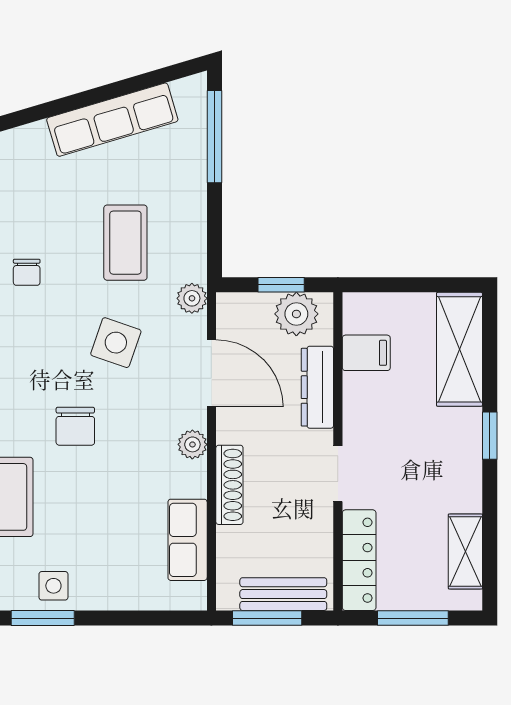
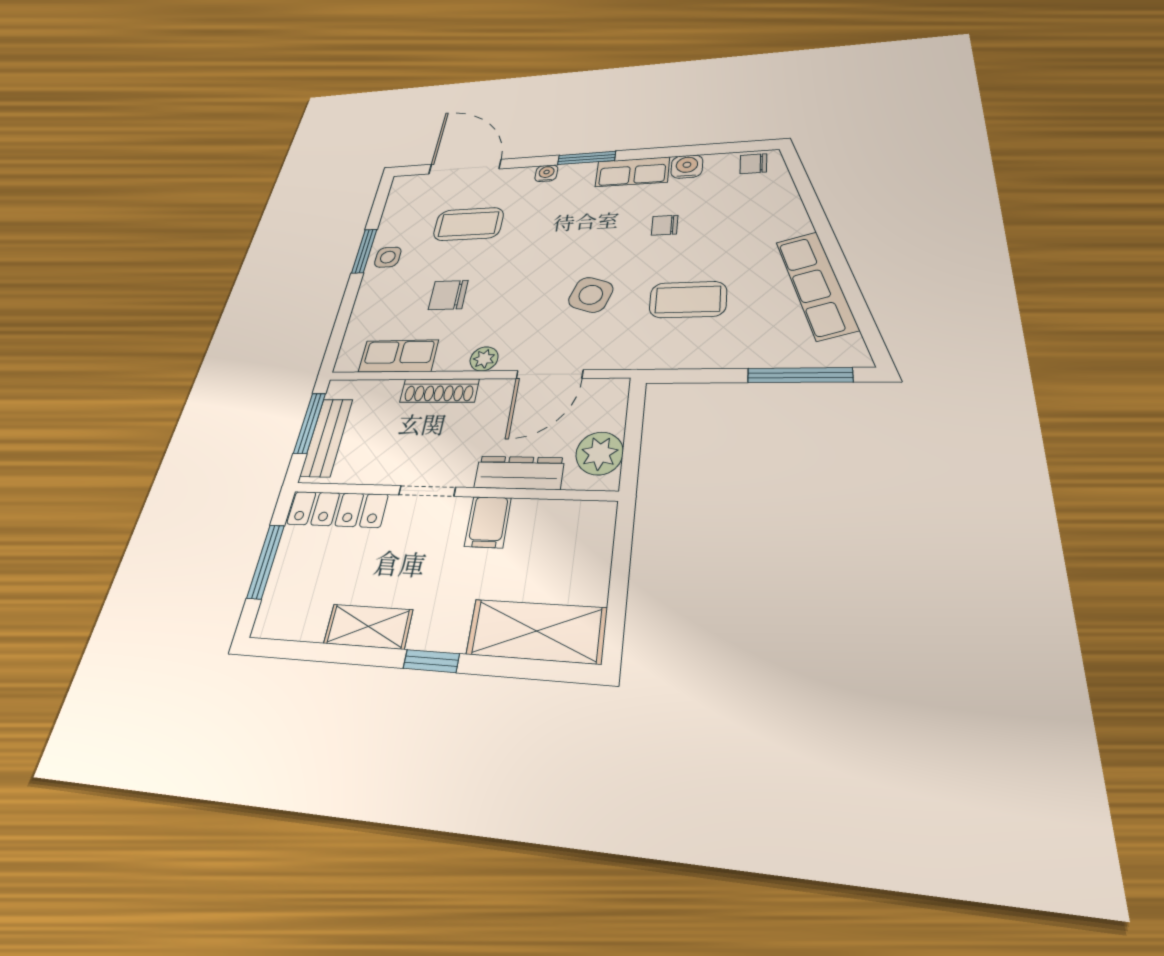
window: (281, 285) -> (633, 439), removed
plant: (192, 298) -> (627, 357), removed
filing cabinet: (366, 353) -> (488, 522), moved
chair: (75, 426) -> (448, 295), moved
shelving: (465, 551) -> (368, 627), moved

